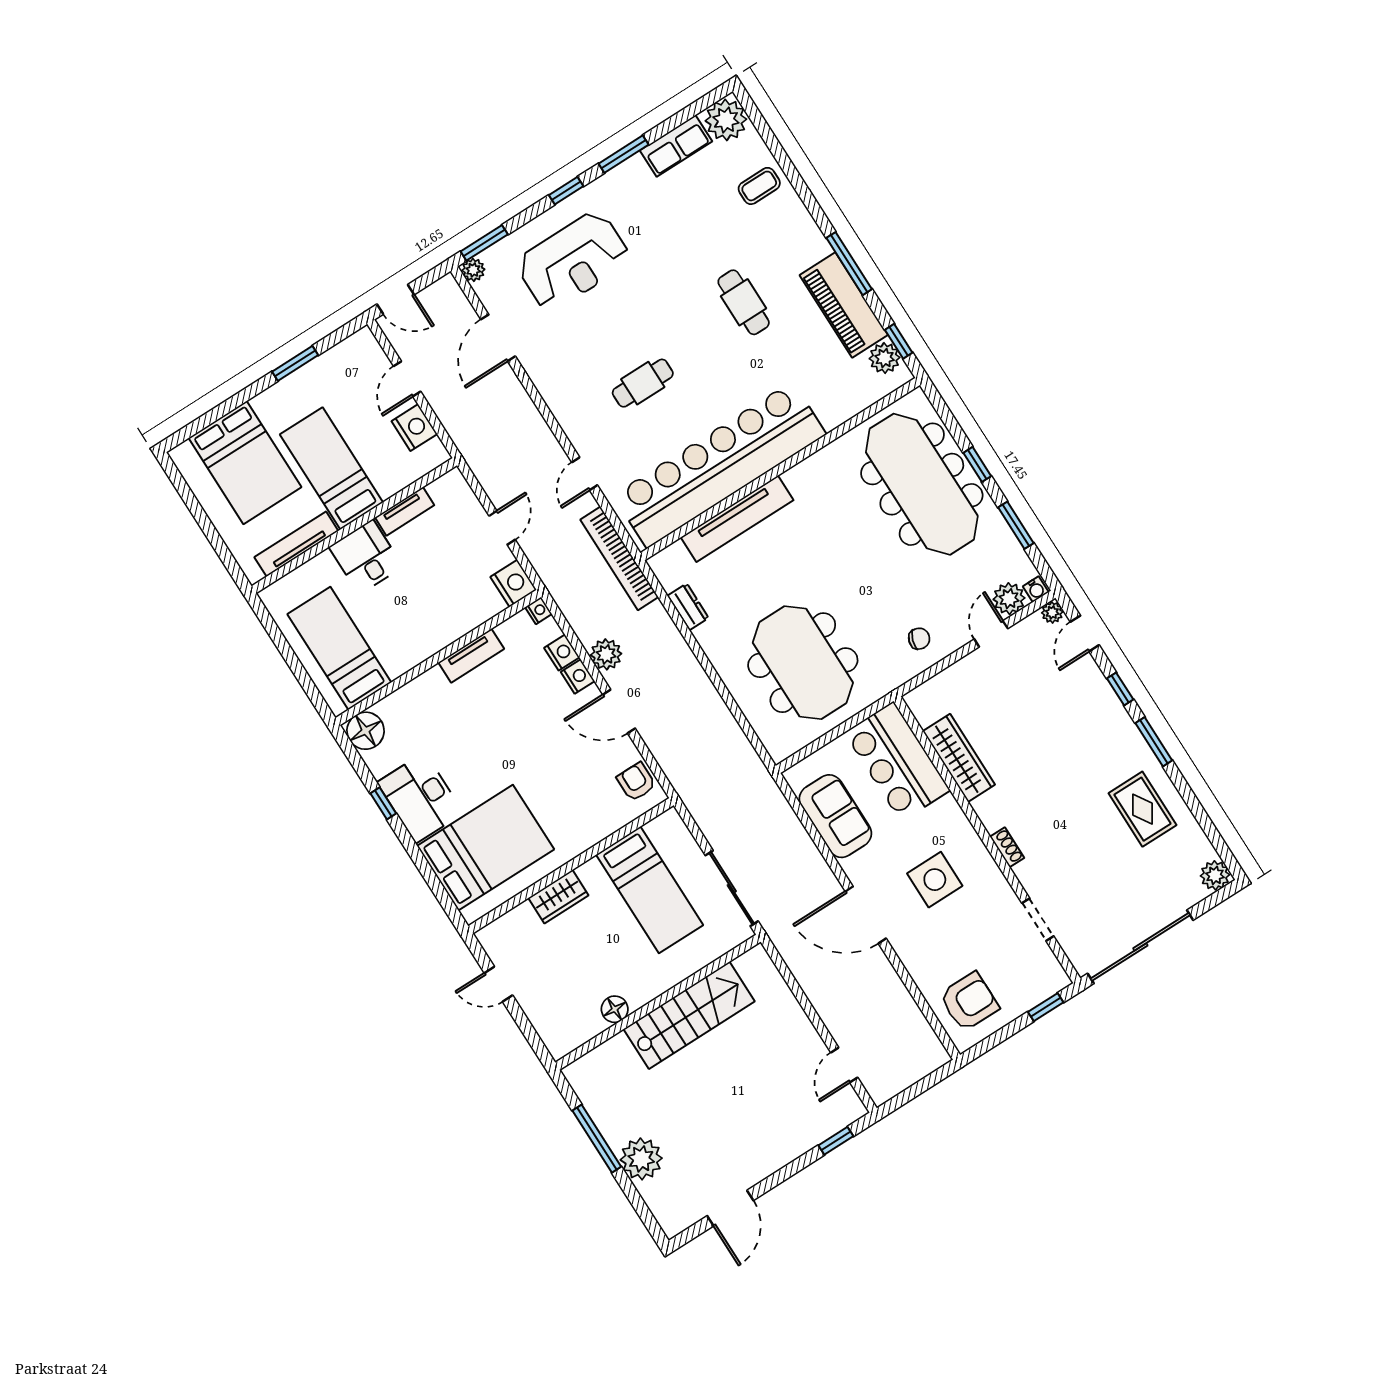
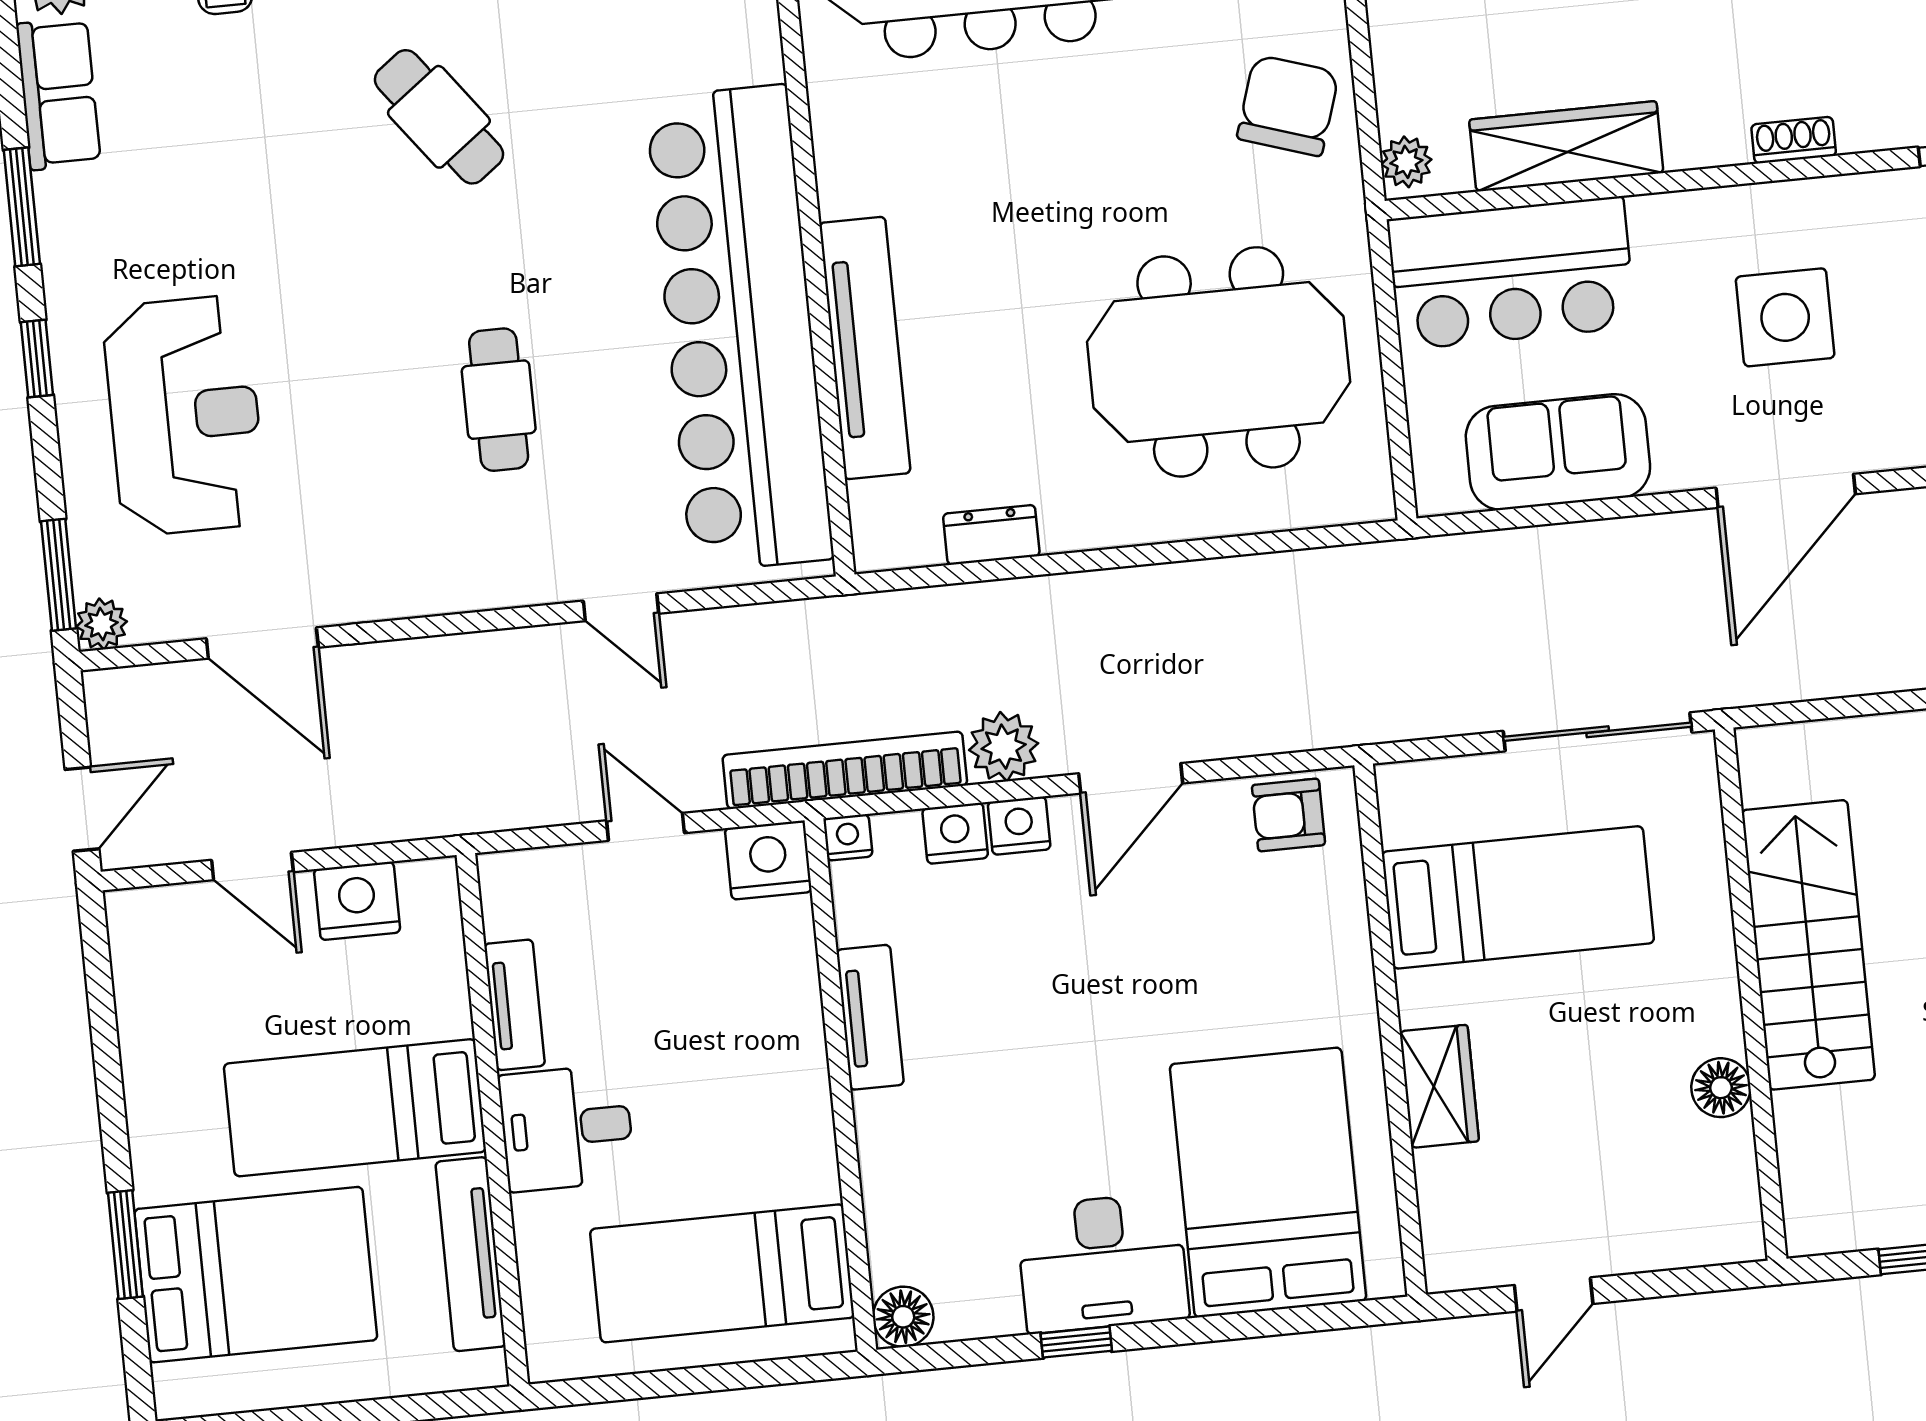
cafe table: (744, 302) -> (439, 117), turned 53
window: (295, 363) -> (125, 1245), moved
bookcase: (619, 558) -> (845, 770), moved, turned 180
chair: (919, 639) -> (1288, 106), width x1.87, depth x1.87
plant: (920, 697) -> (1406, 162), added
floor lamp: (366, 731) -> (903, 1317), width x0.73, depth x0.73

